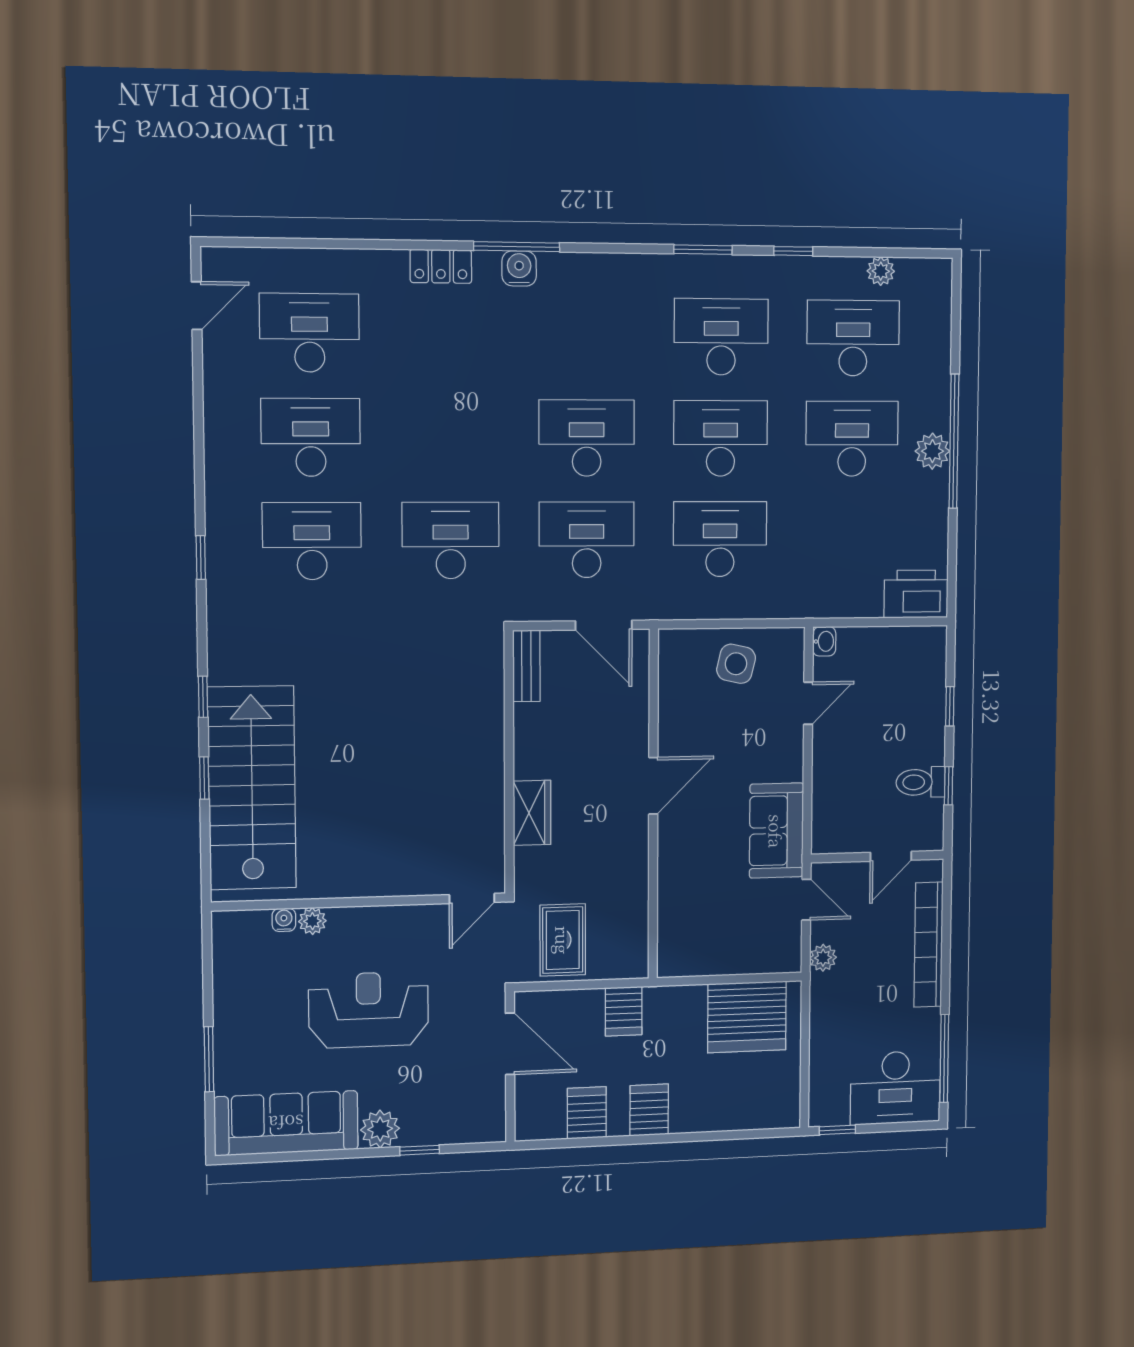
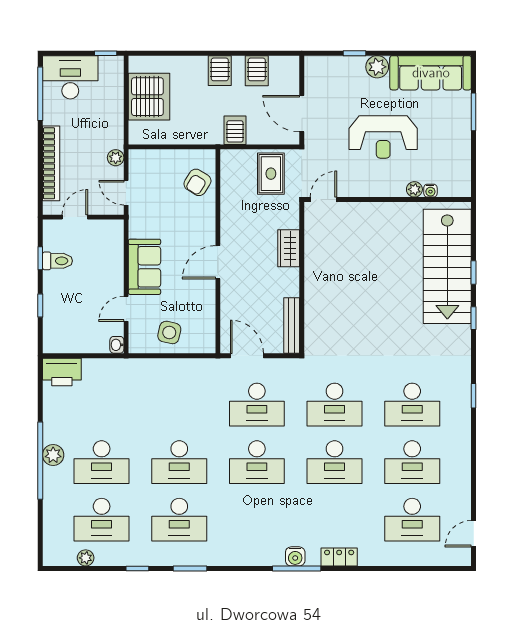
desk: (720, 539) -> (335, 462), moved
bench: (526, 666) -> (292, 326), width x1.36
sofa: (776, 831) -> (144, 267), moved
armchair: (687, 921) -> (197, 182), added
server rack: (747, 1017) -> (149, 97), moved, turned 90

